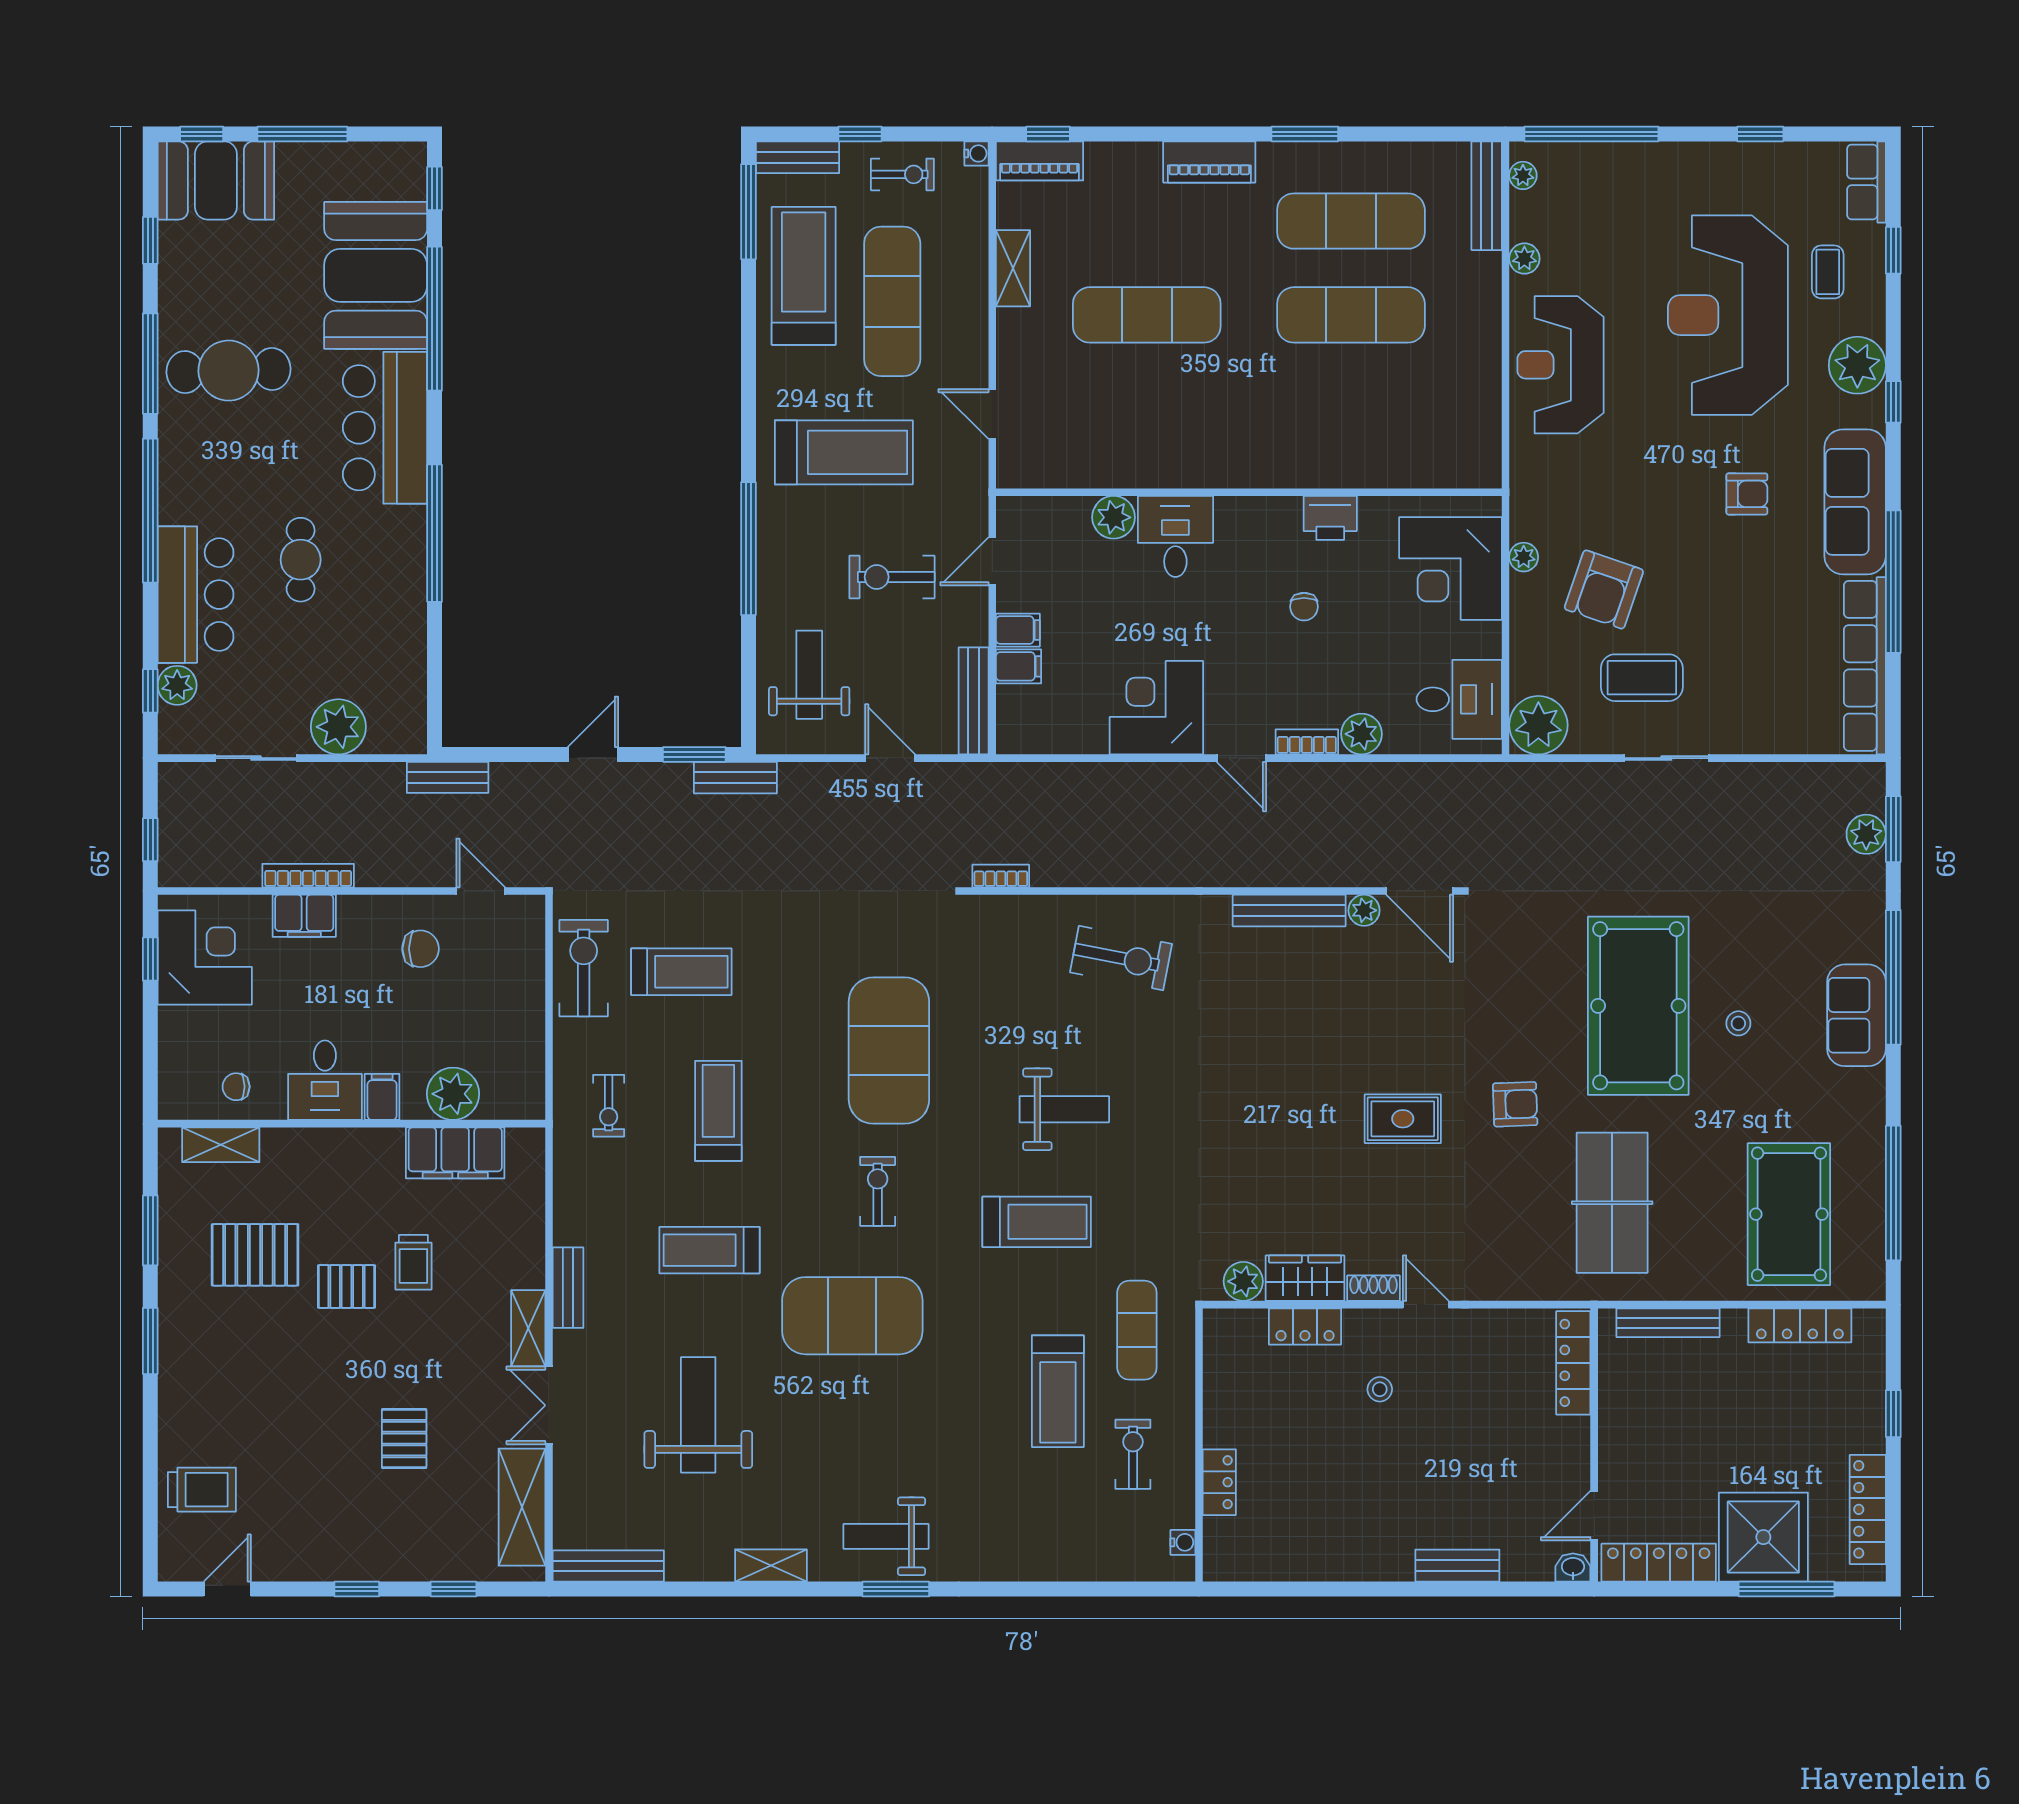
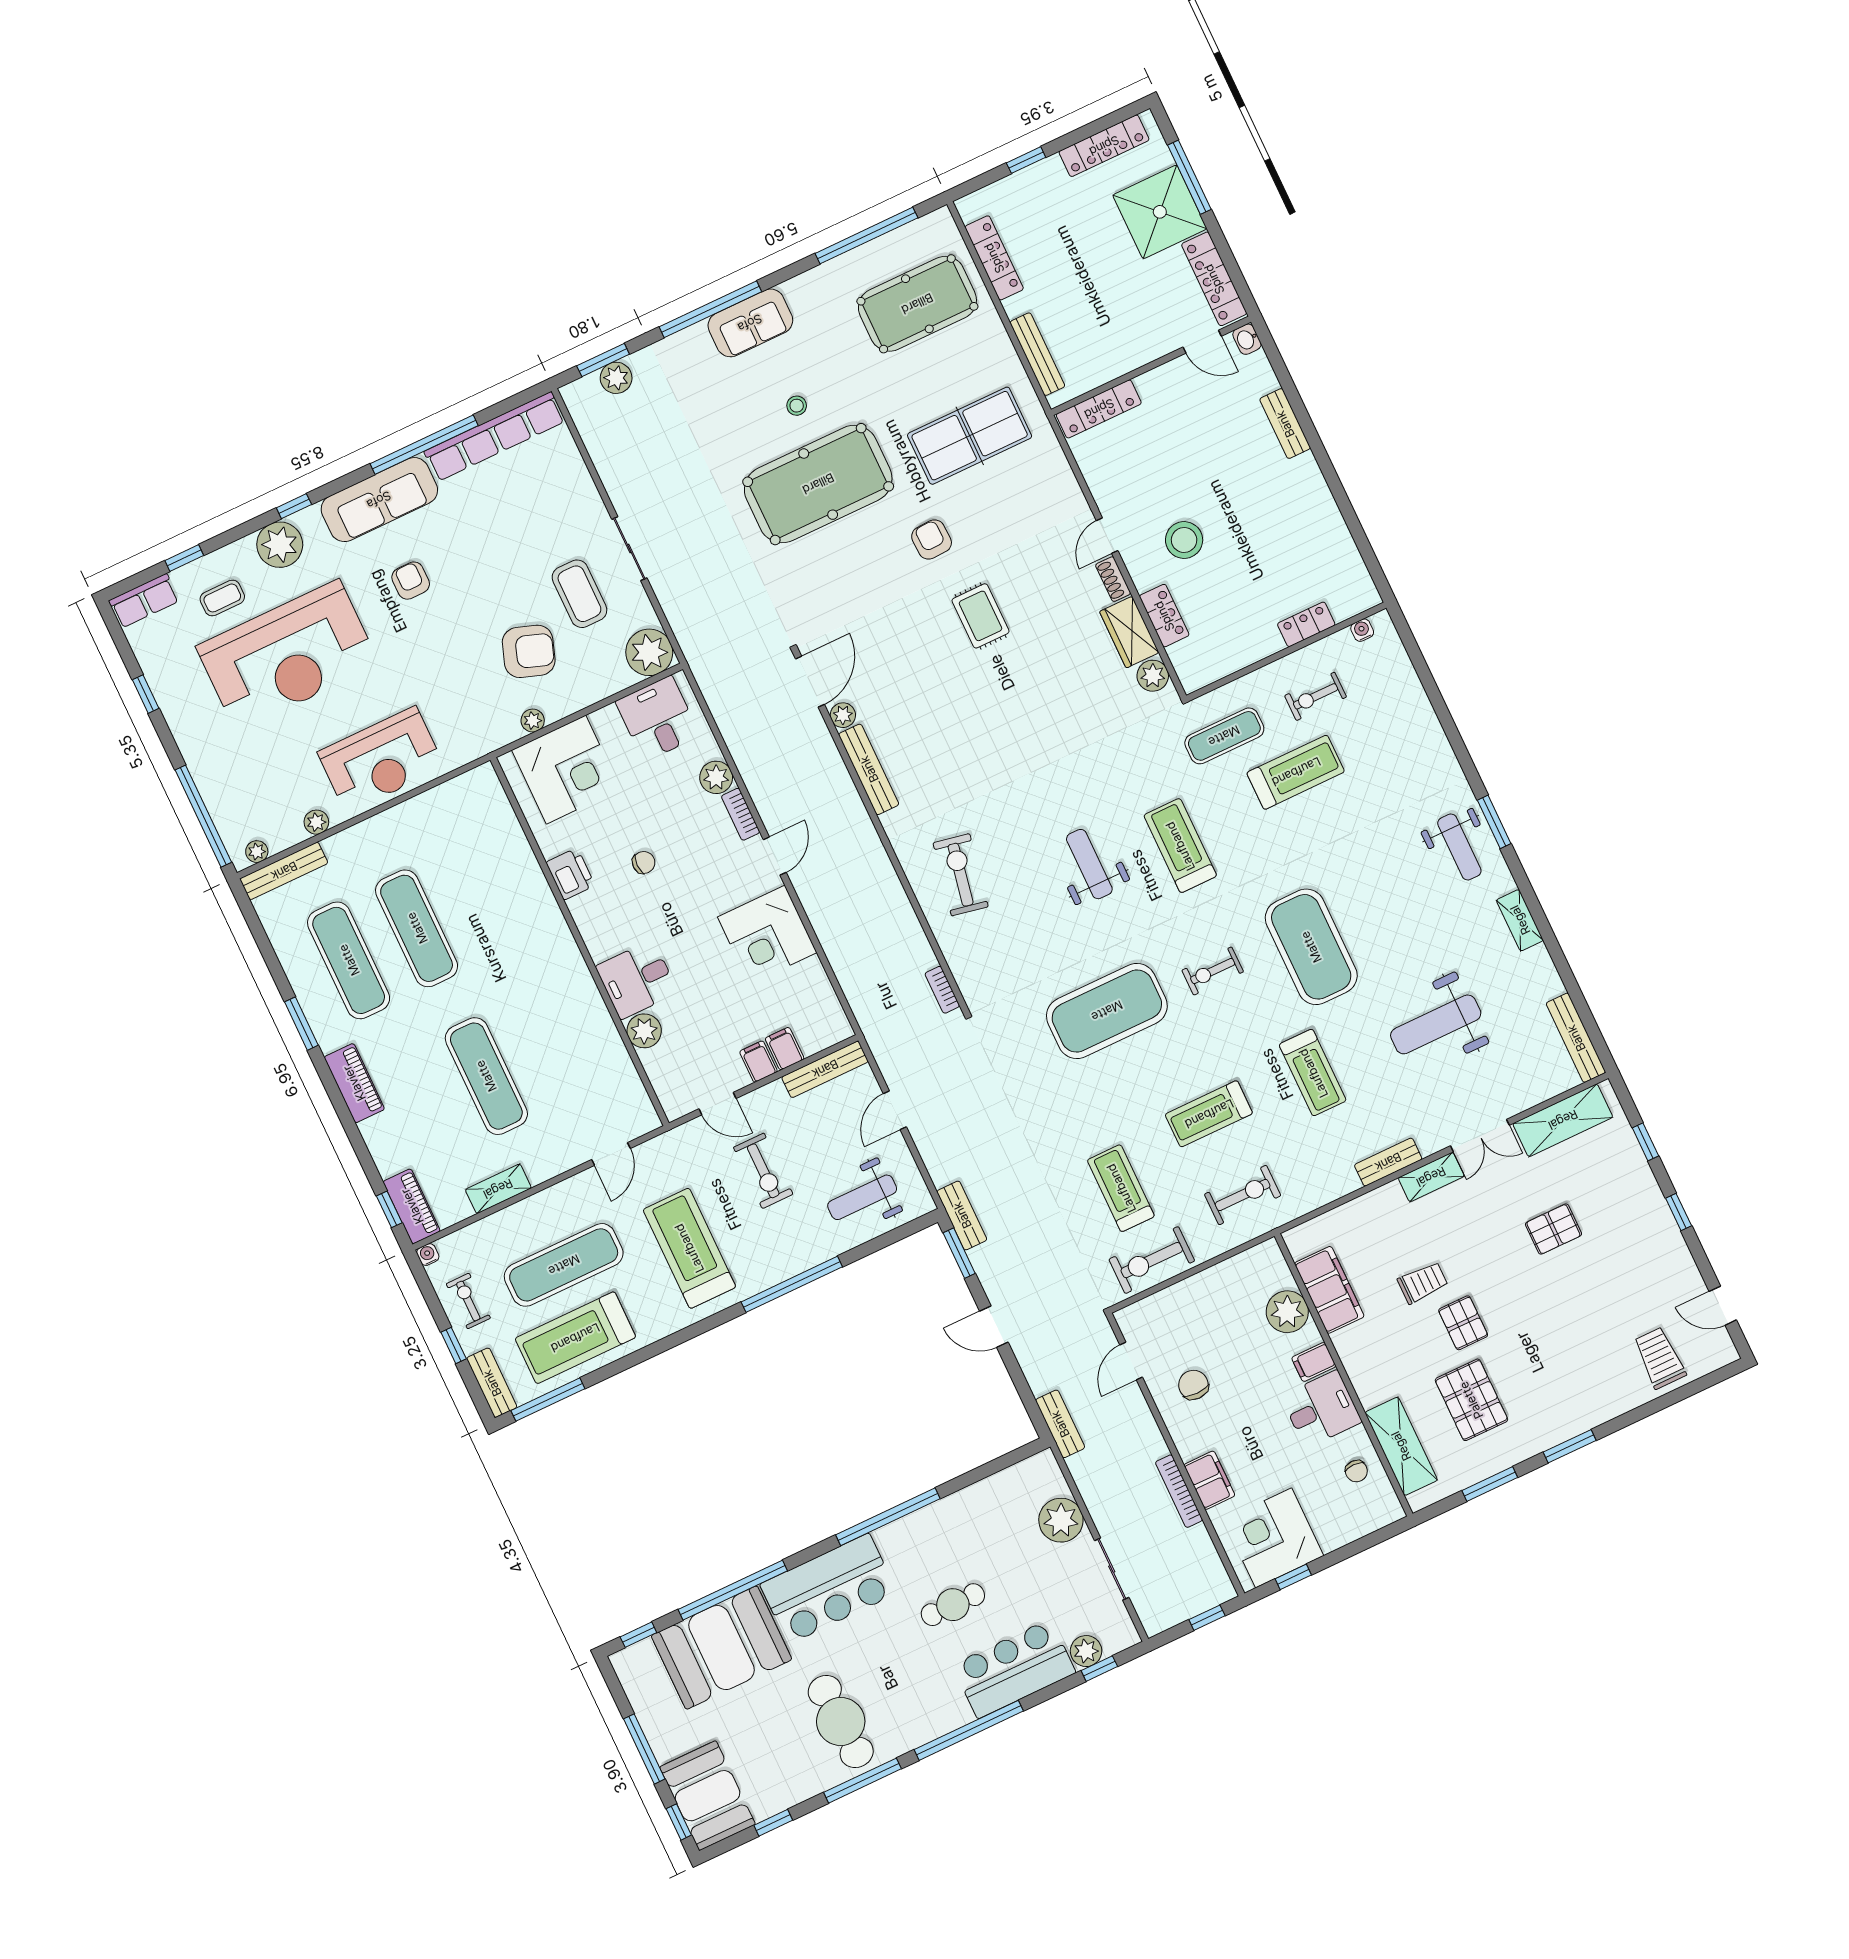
exercise bike: (609, 1106) -> (1243, 1195), width x1.38, depth x1.39
shelving: (221, 1145) -> (1401, 1446), width x1.50, depth x1.33
stool: (1380, 1389) -> (1184, 540), width x1.89, depth x1.89

